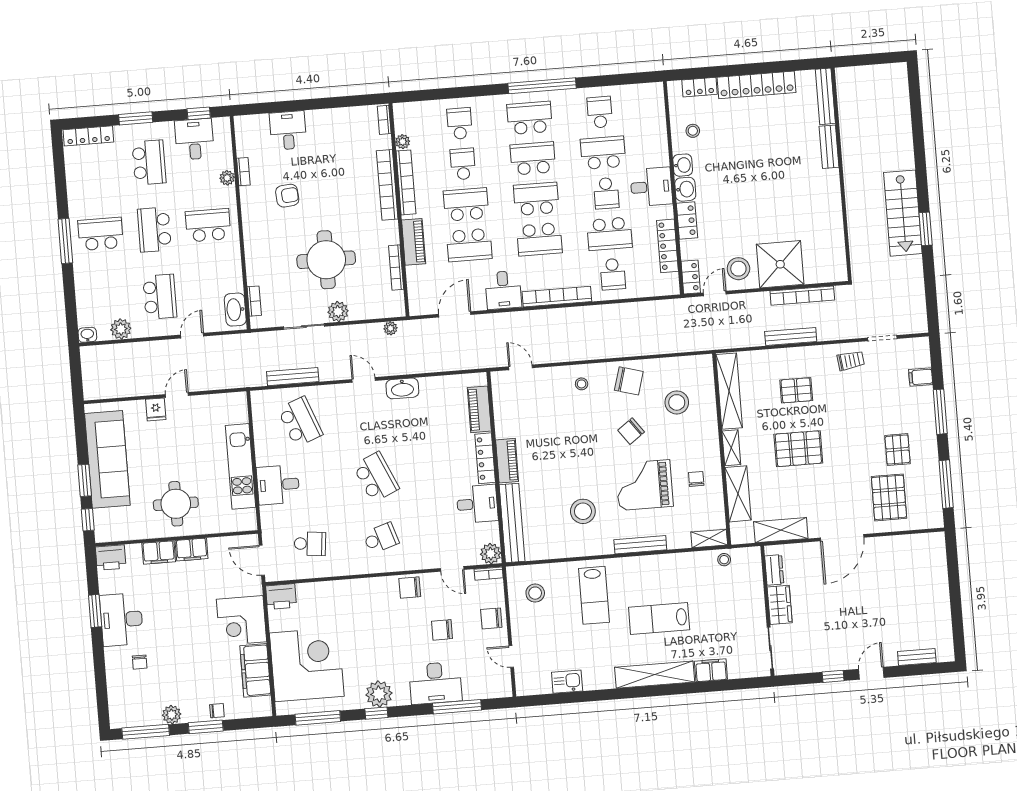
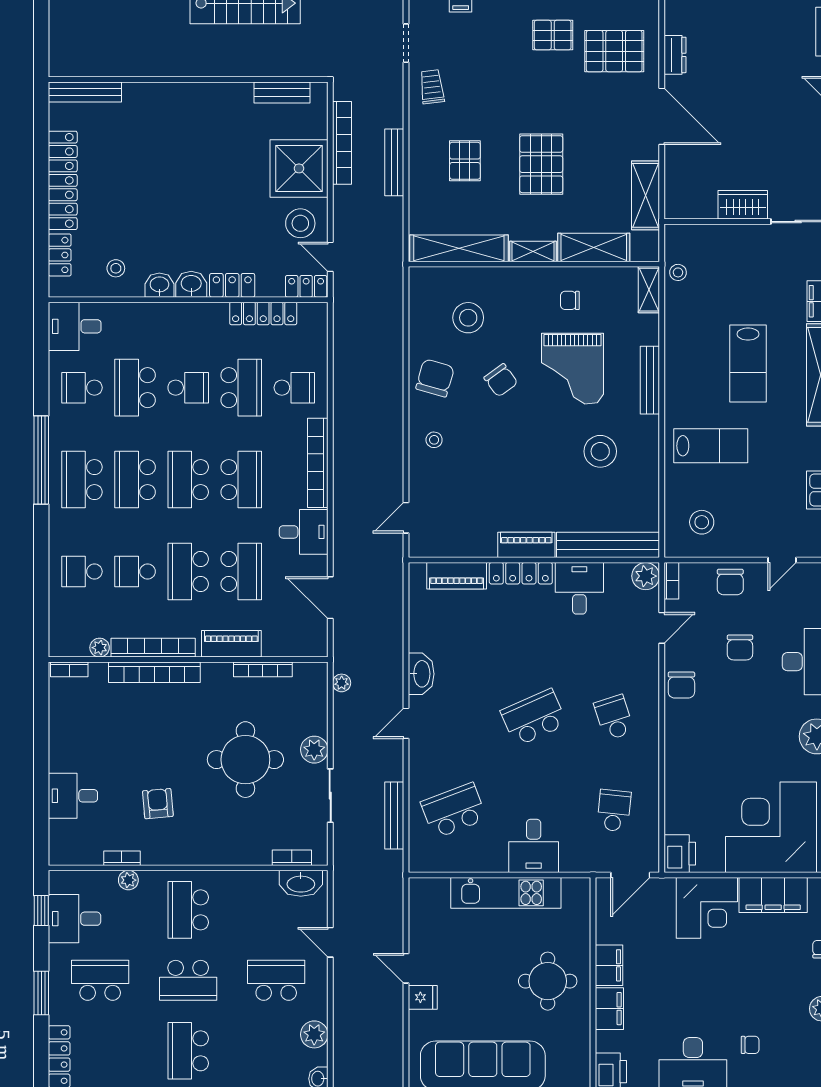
bench: (829, 147) -> (282, 92), moved
desk: (651, 187) -> (75, 326), moved, turned -90
dresser: (774, 570) -> (675, 55), moved, turned 90

